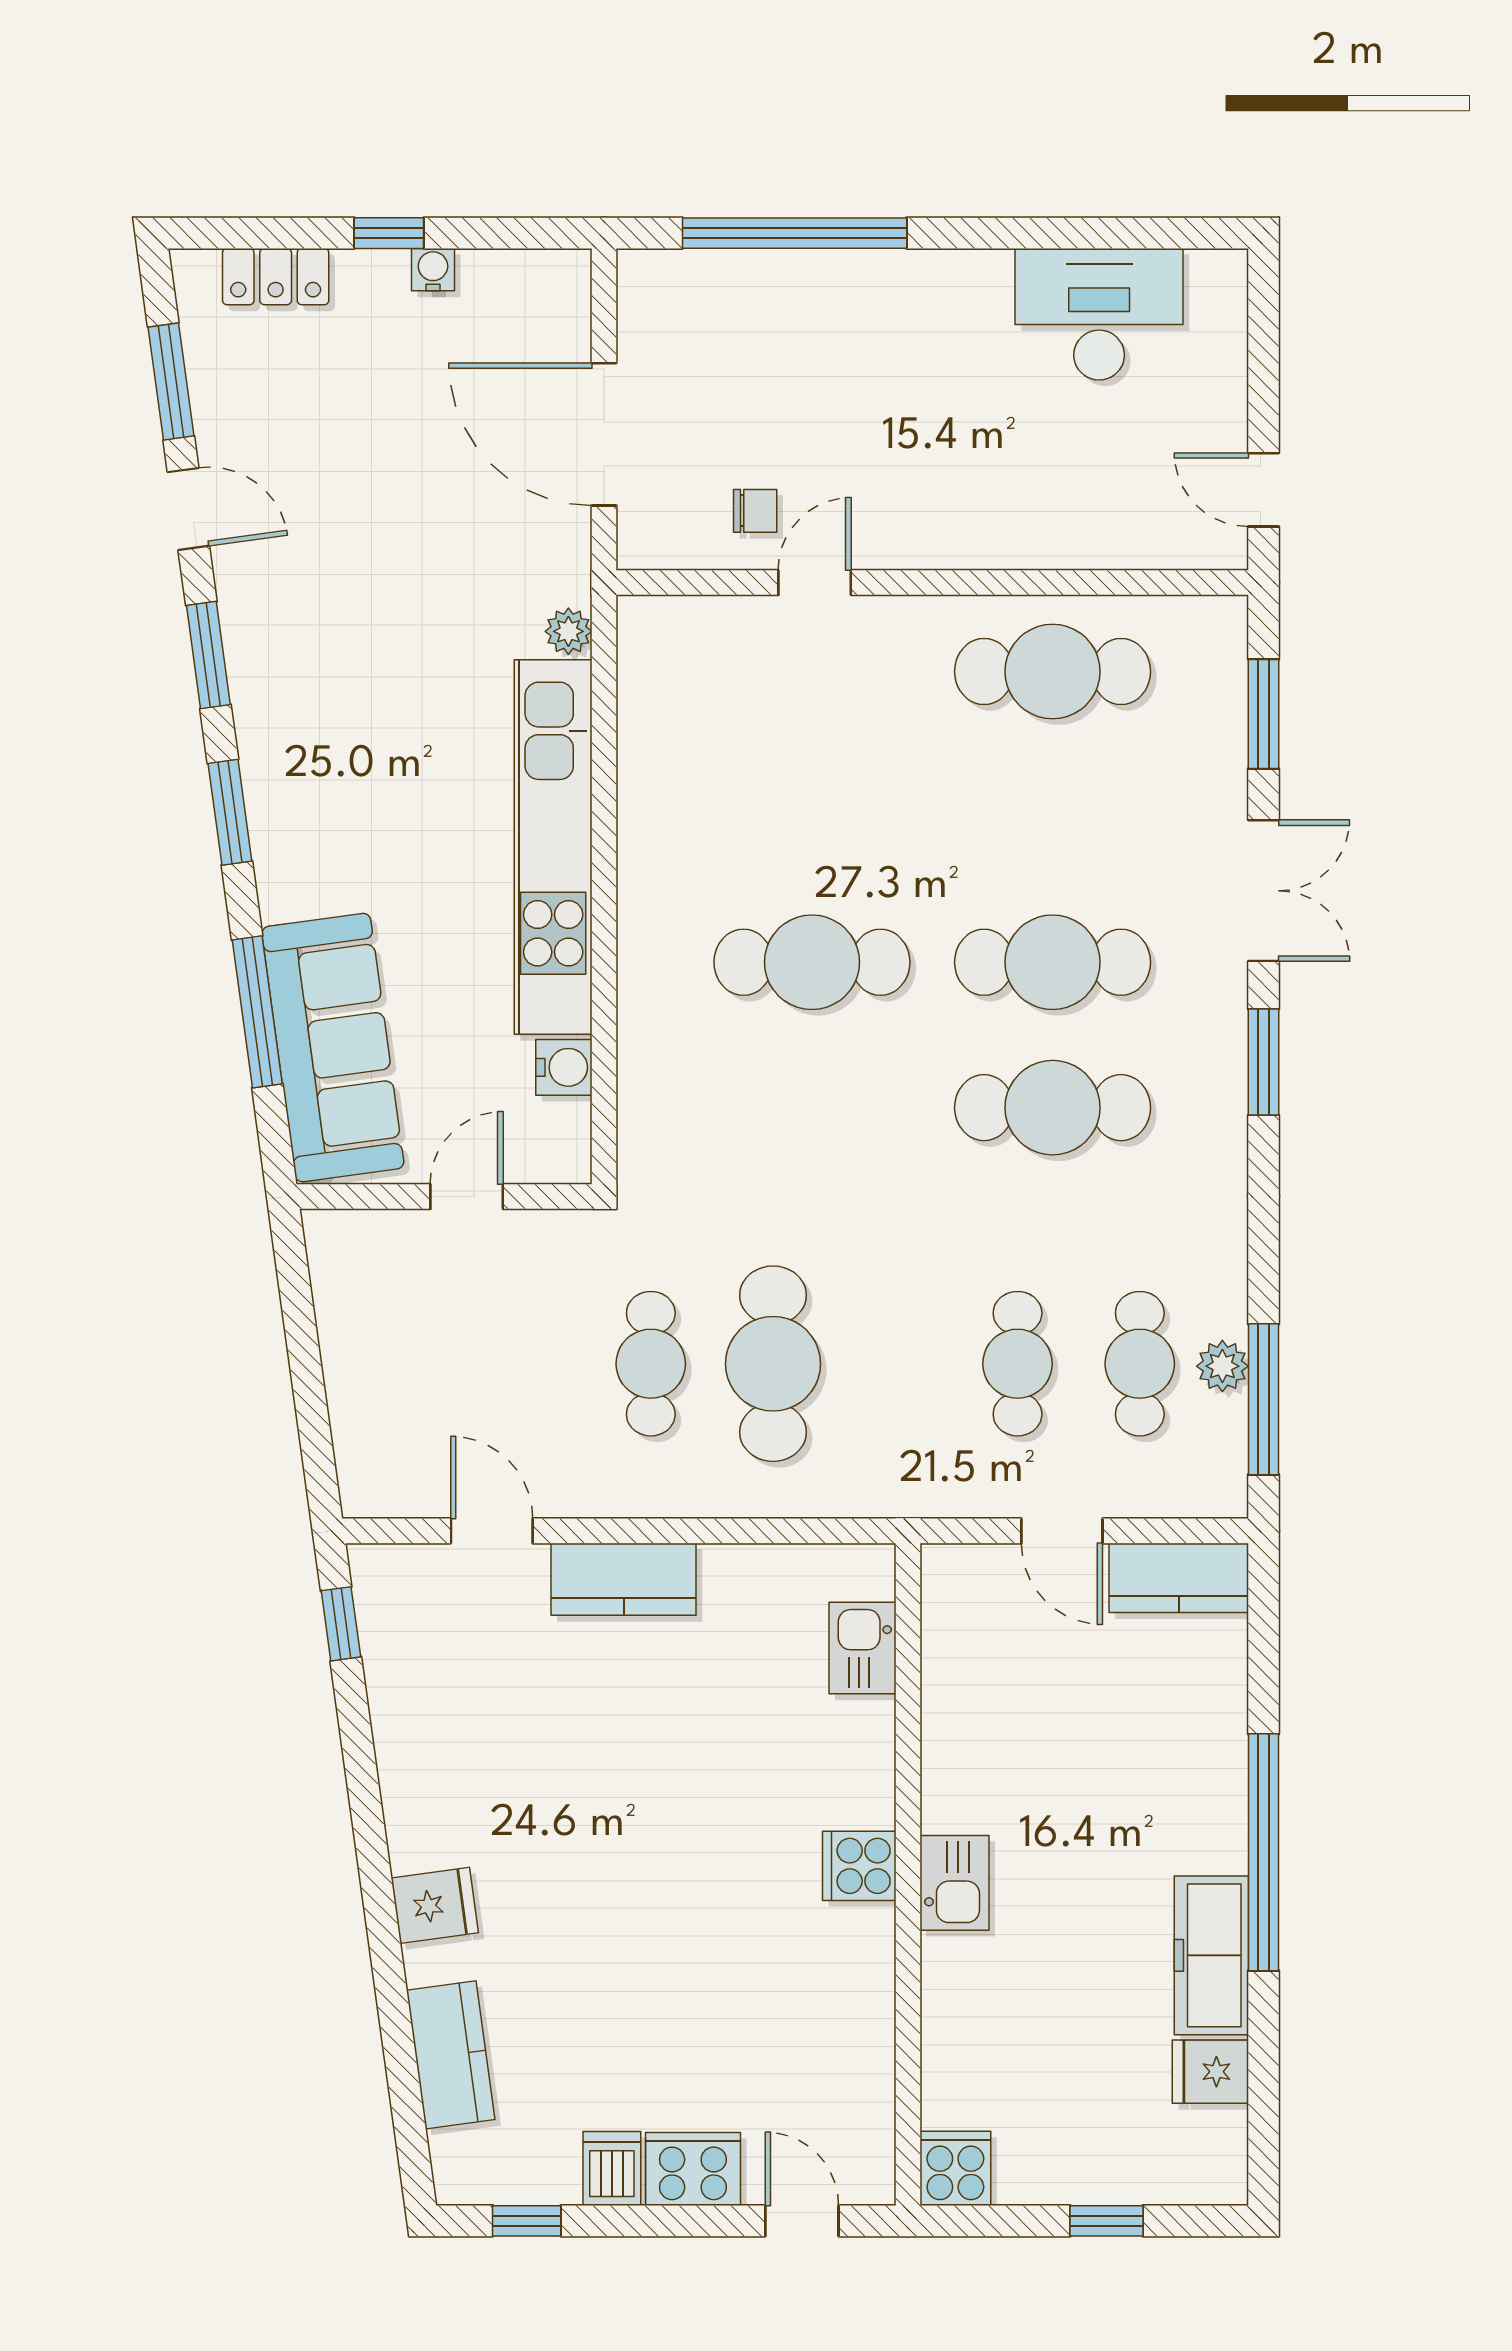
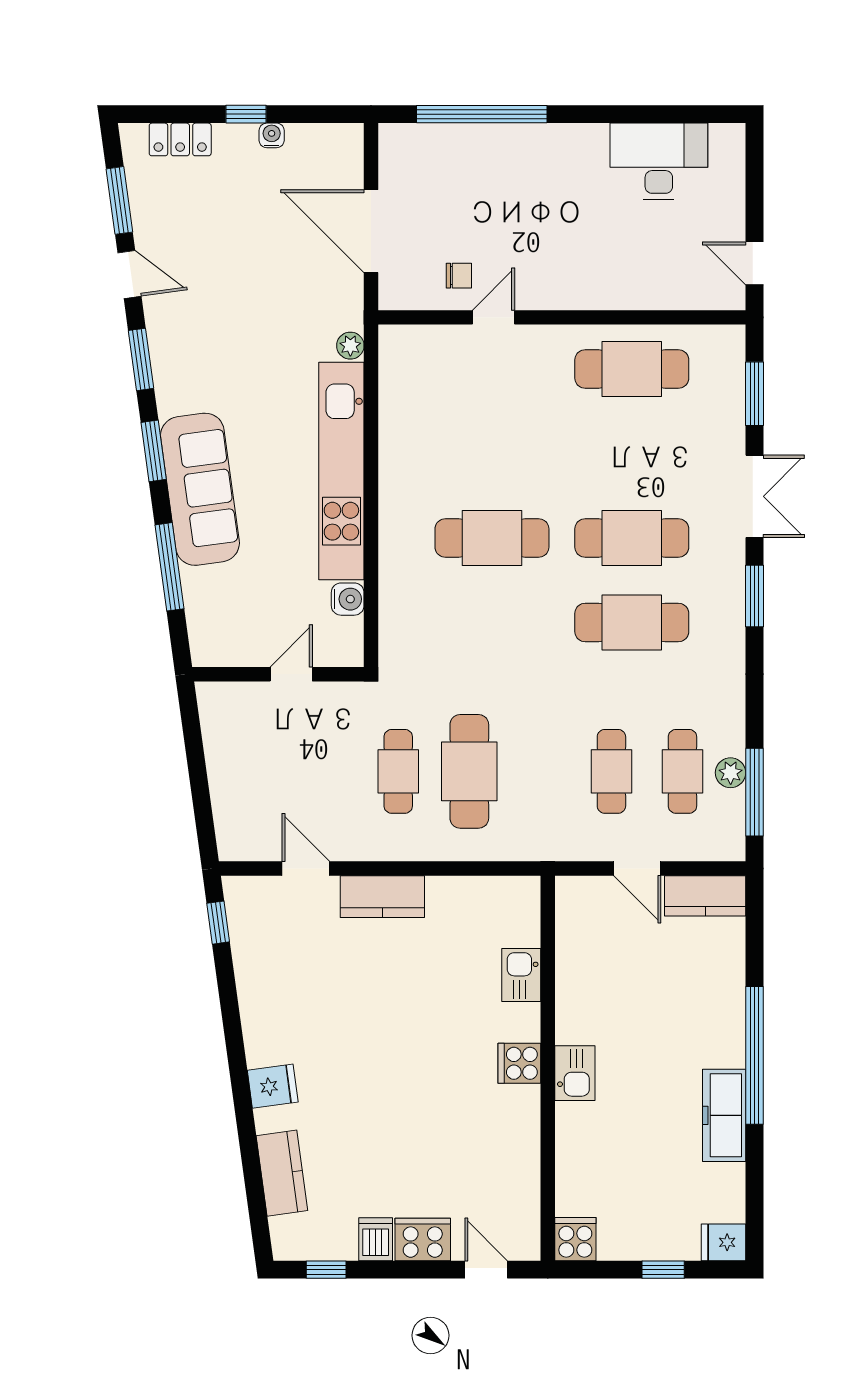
sofa: (333, 1048) -> (200, 489), moved
kitchen sink: (862, 1648) -> (521, 975), moved
fridge: (1210, 2072) -> (724, 1242), moved

